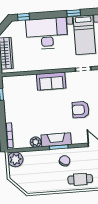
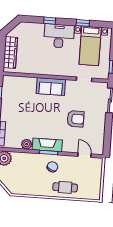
window: (24, 17) -> (50, 21), moved
desk: (47, 33) -> (59, 36), width x0.73, depth x0.77
armchair: (81, 110) -> (76, 119), turned 180

